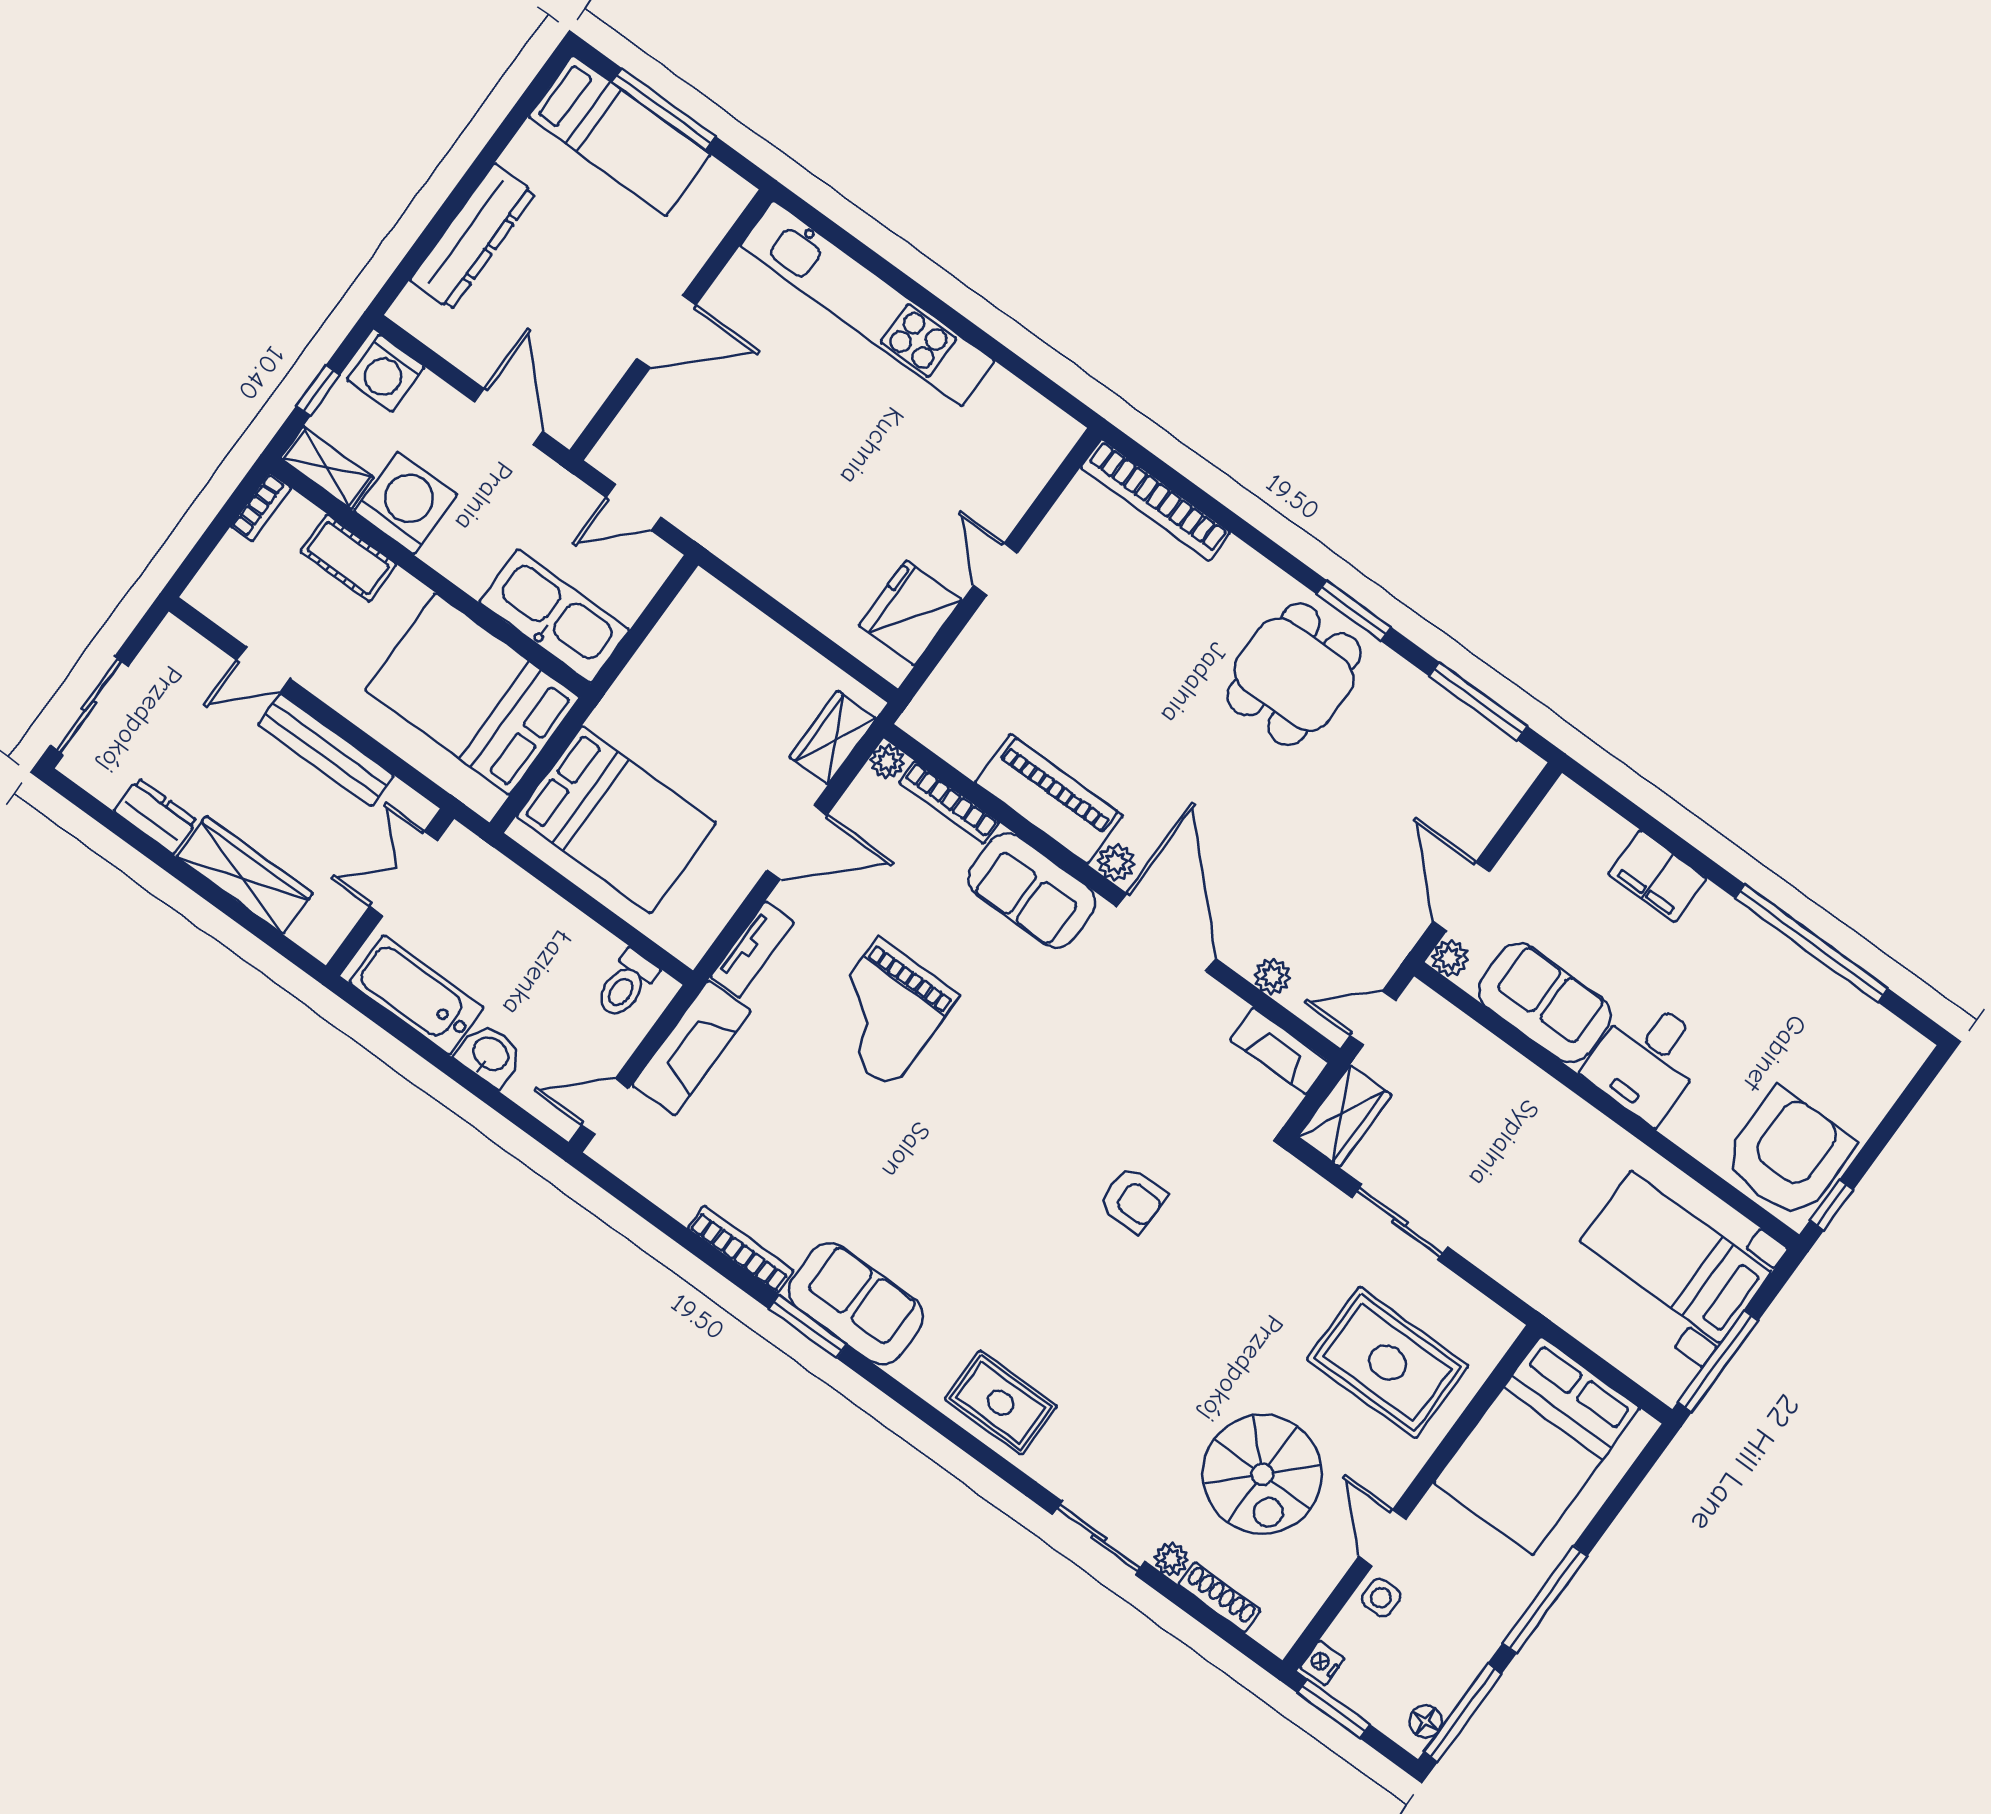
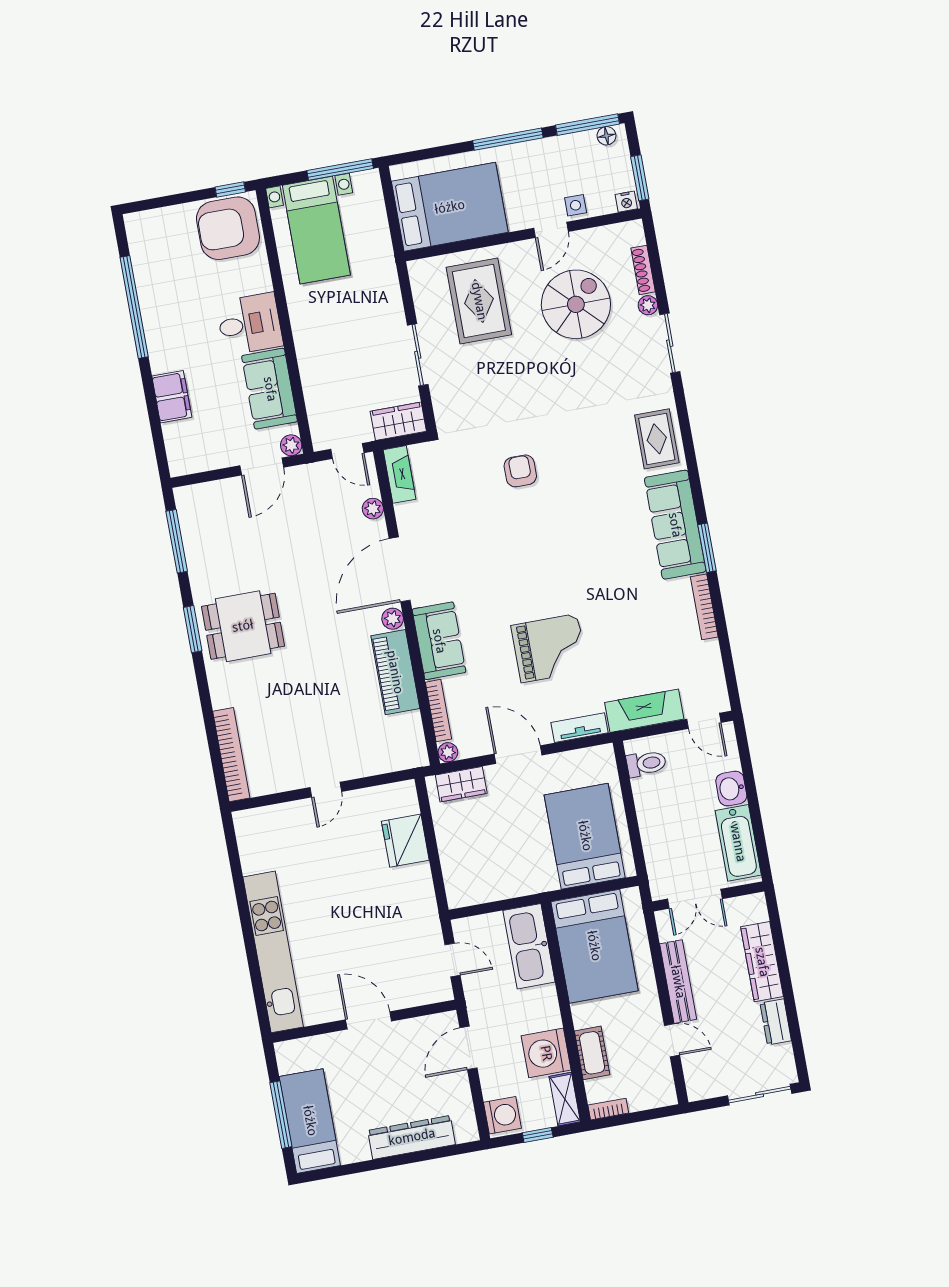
fridge: (910, 613) -> (405, 841), moved, turned 90
sofa: (856, 1304) -> (675, 525), width x1.36

